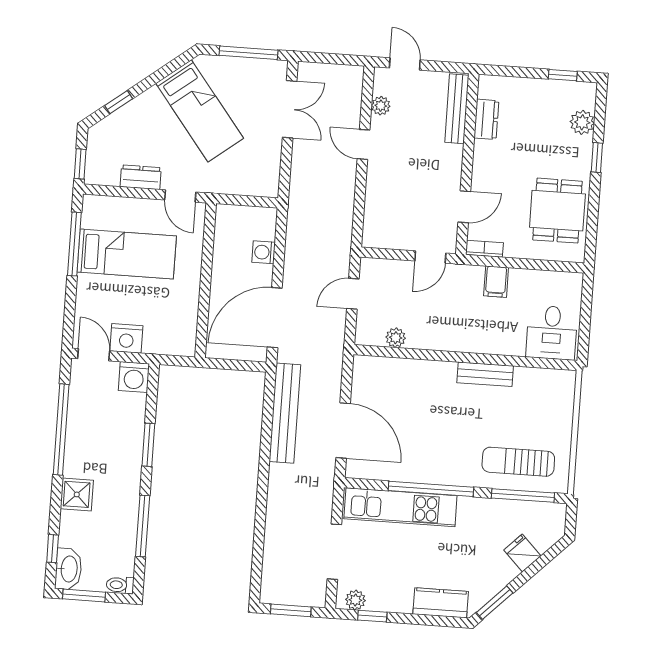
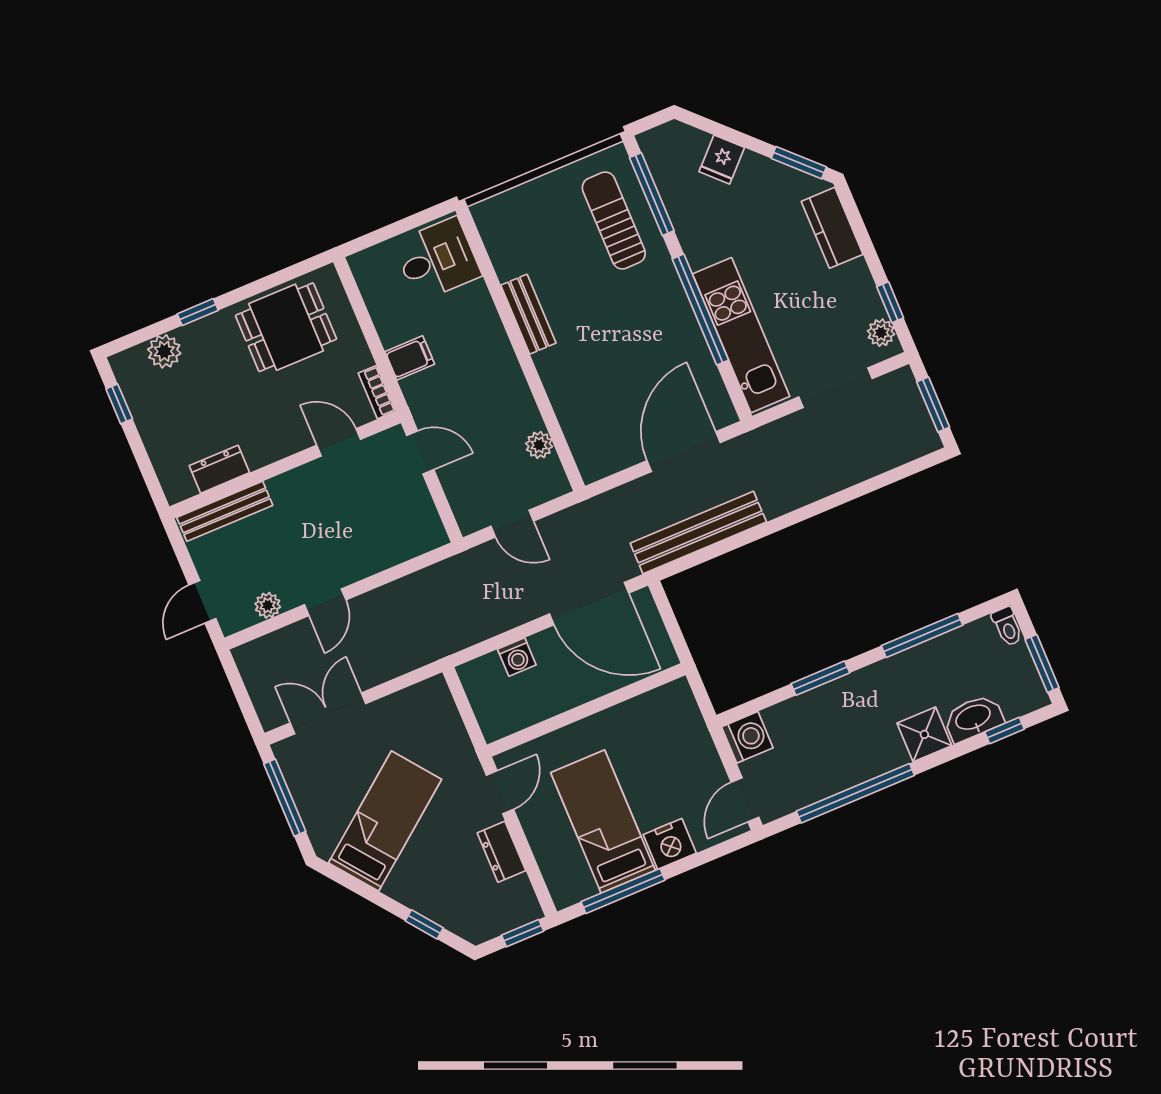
nightstand: (126, 338) -> (670, 844), moved, turned 90
sun lounger: (518, 462) -> (614, 220), turned 180
washbasin: (68, 569) -> (973, 718), moved

